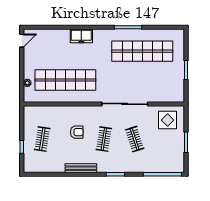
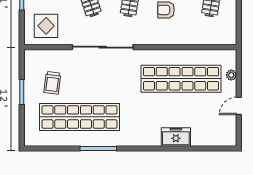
freezer: (81, 36) -> (176, 137), moved
door: (22, 41) -> (239, 106), moved
trolley: (163, 77) -> (52, 83), added

